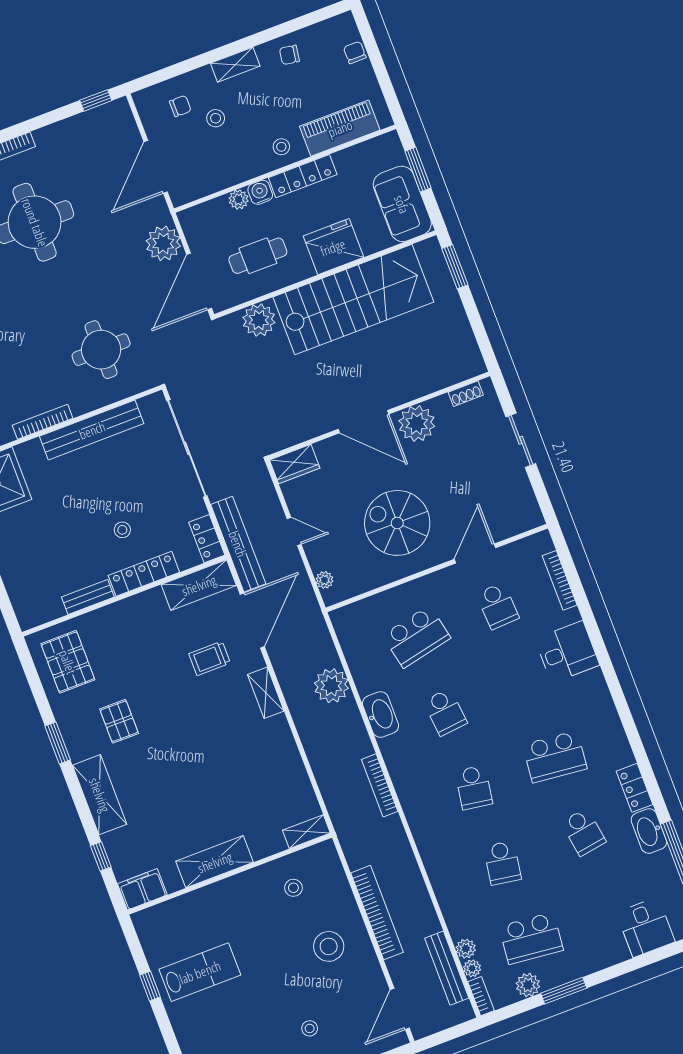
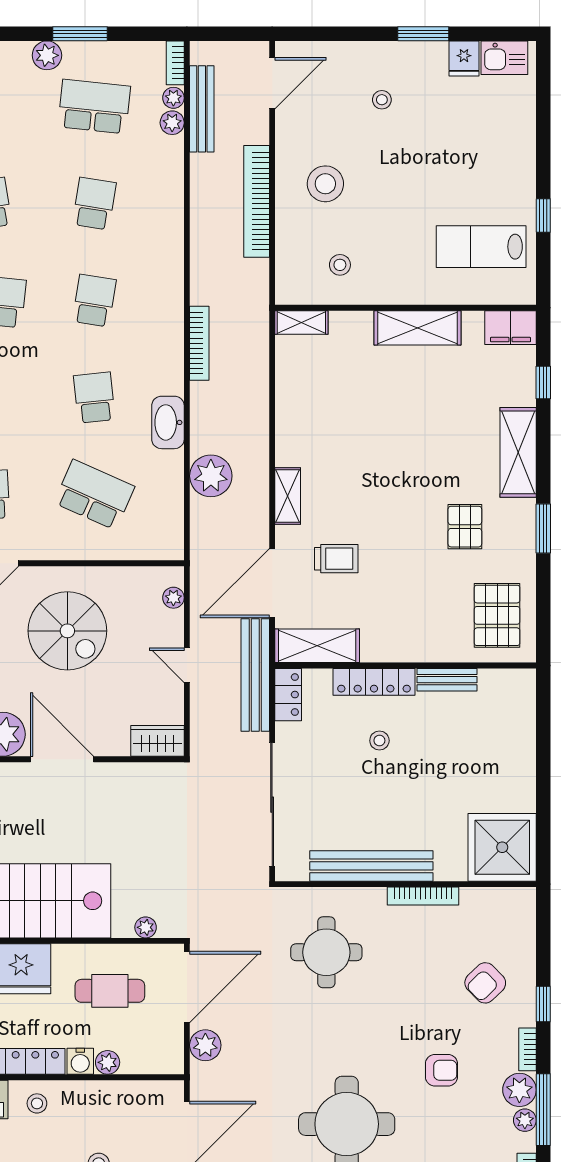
plant: (163, 243) -> (205, 1045), width x0.73, depth x0.73
plant: (259, 320) -> (146, 927), width x0.53, depth x0.53
school desk: (416, 637) -> (94, 495), turned 36
lab bench: (200, 972) -> (481, 247), moved
plant: (528, 985) -> (47, 55), moved

